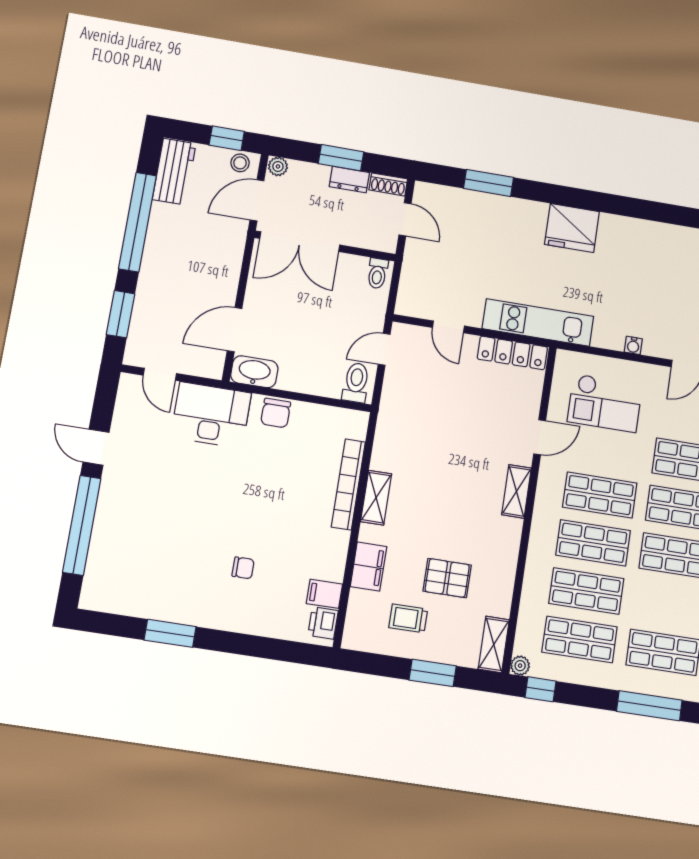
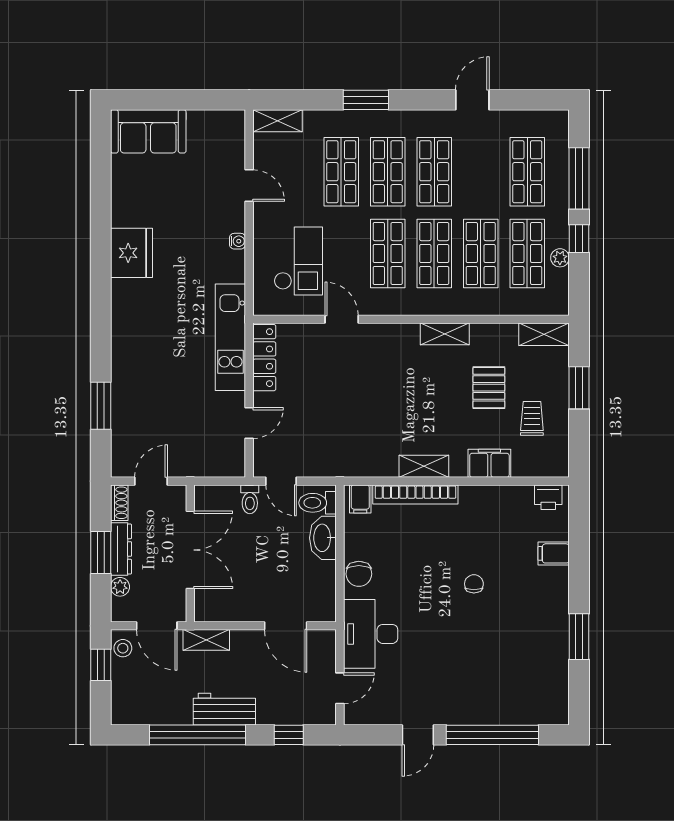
plant: (278, 166) -> (120, 587), moved
workbench: (174, 172) -> (224, 709), moved
dresser: (349, 179) -> (121, 549), width x1.44
fridge: (572, 228) -> (131, 253), moved
double door: (300, 242) -> (190, 550), moved
shelving: (234, 247) -> (206, 640), added
toilet: (377, 273) -> (250, 499), moved, turned 90
window: (121, 314) -> (289, 735), width x0.67
washbasin: (254, 372) -> (323, 538), moved
chair: (276, 413) -> (359, 574), turned 90
filing cabinet: (353, 427) -> (360, 499), added
shelving: (517, 491) -> (445, 334), moved
chair: (243, 568) -> (474, 584), moved
filing cabinet: (324, 594) -> (554, 553), moved, turned 90
trolley: (408, 618) -> (532, 418), turned 180
plant: (520, 666) -> (560, 258), moved
window: (540, 689) -> (579, 239), moved

